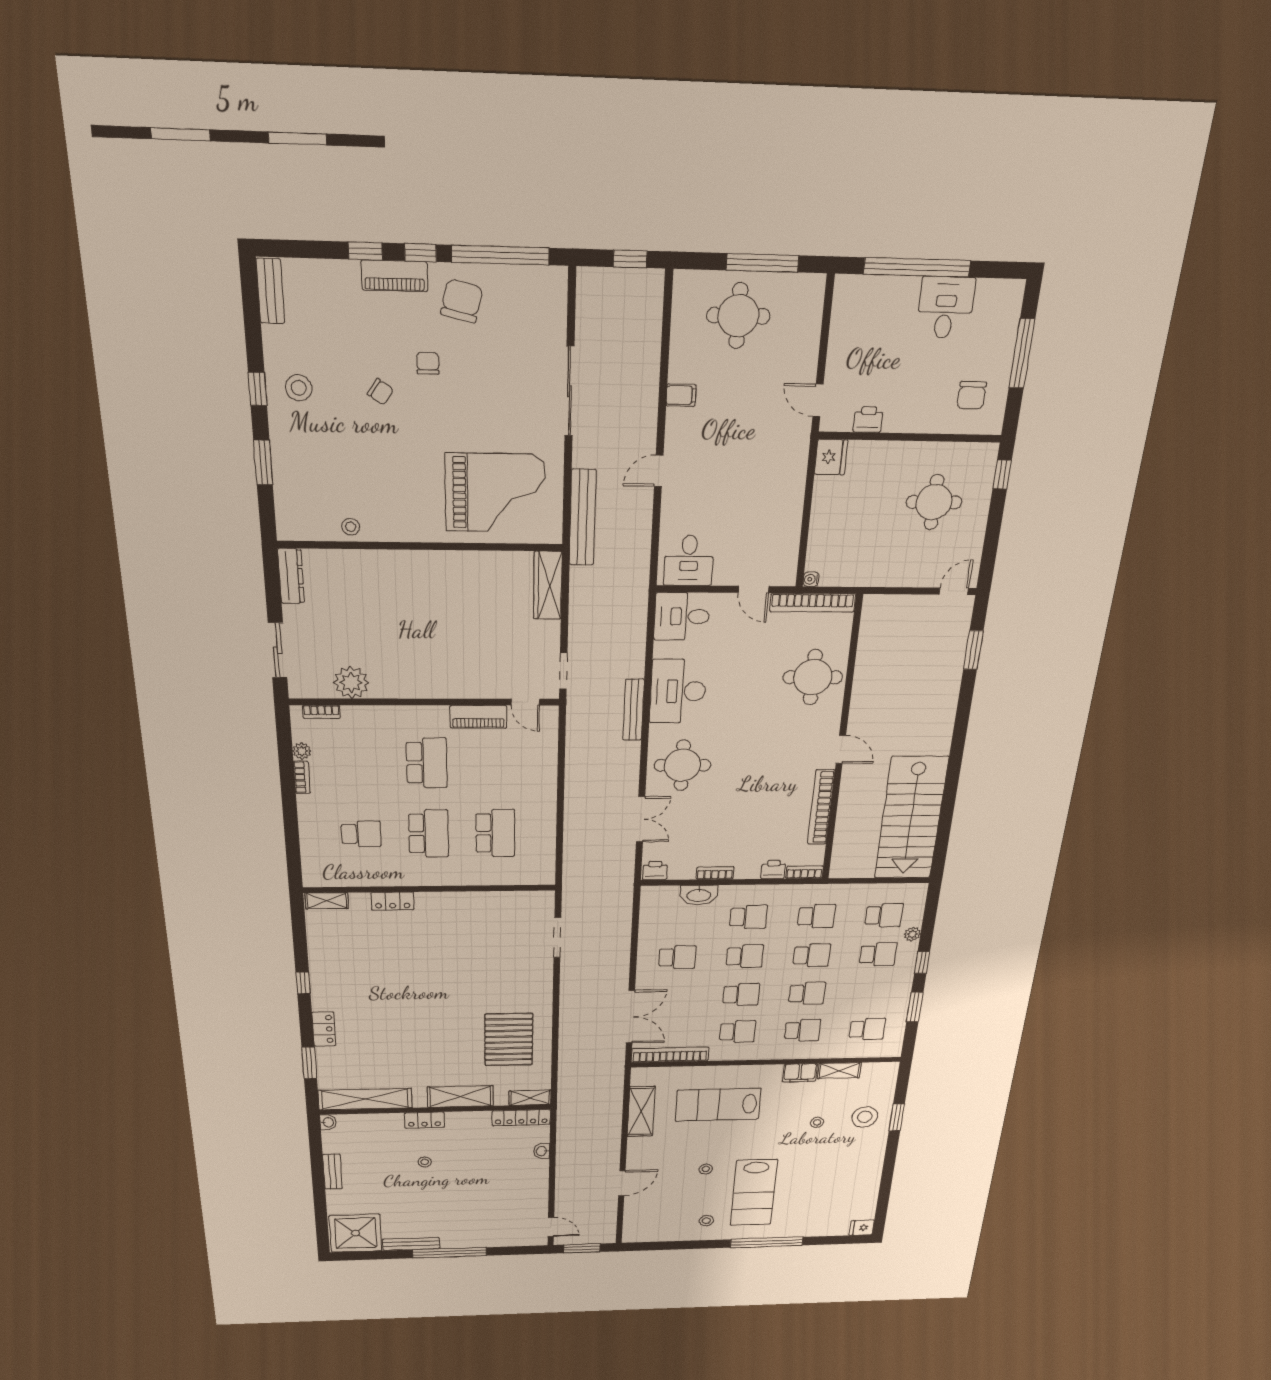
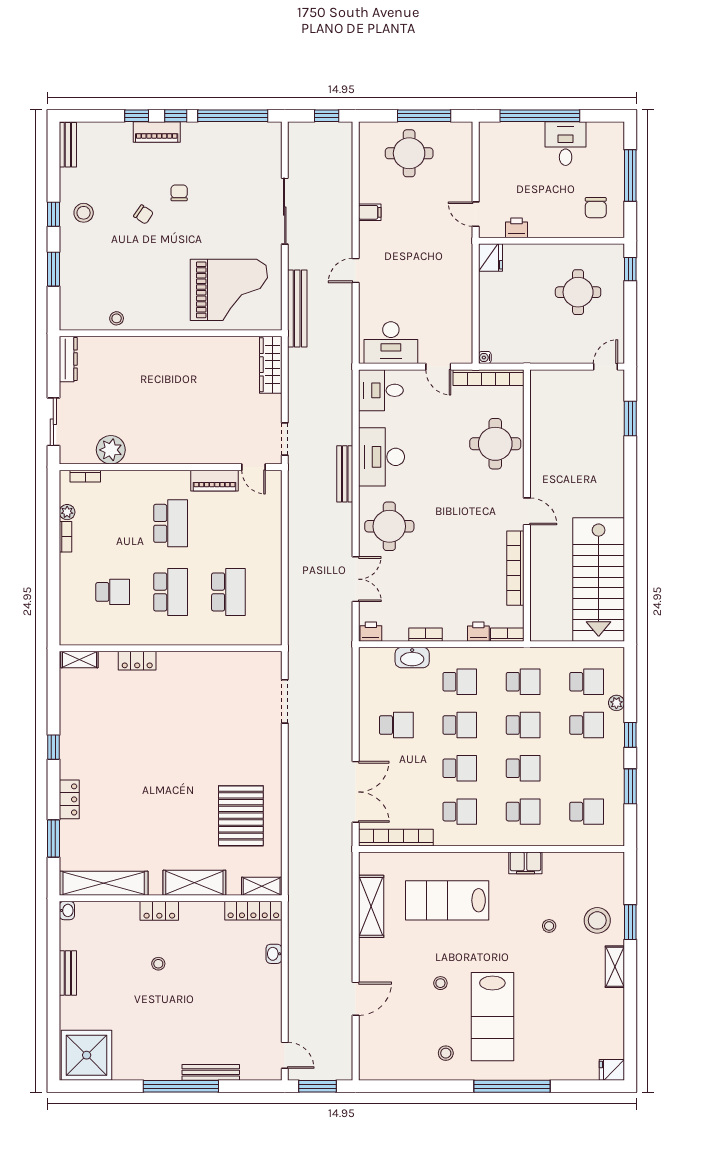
chair: (462, 301) -> (205, 148), removed
desk: (689, 560) -> (391, 343), width x1.37
shelving: (839, 1071) -> (615, 967), moved, turned 90
bench: (411, 1244) -> (211, 1072), moved

